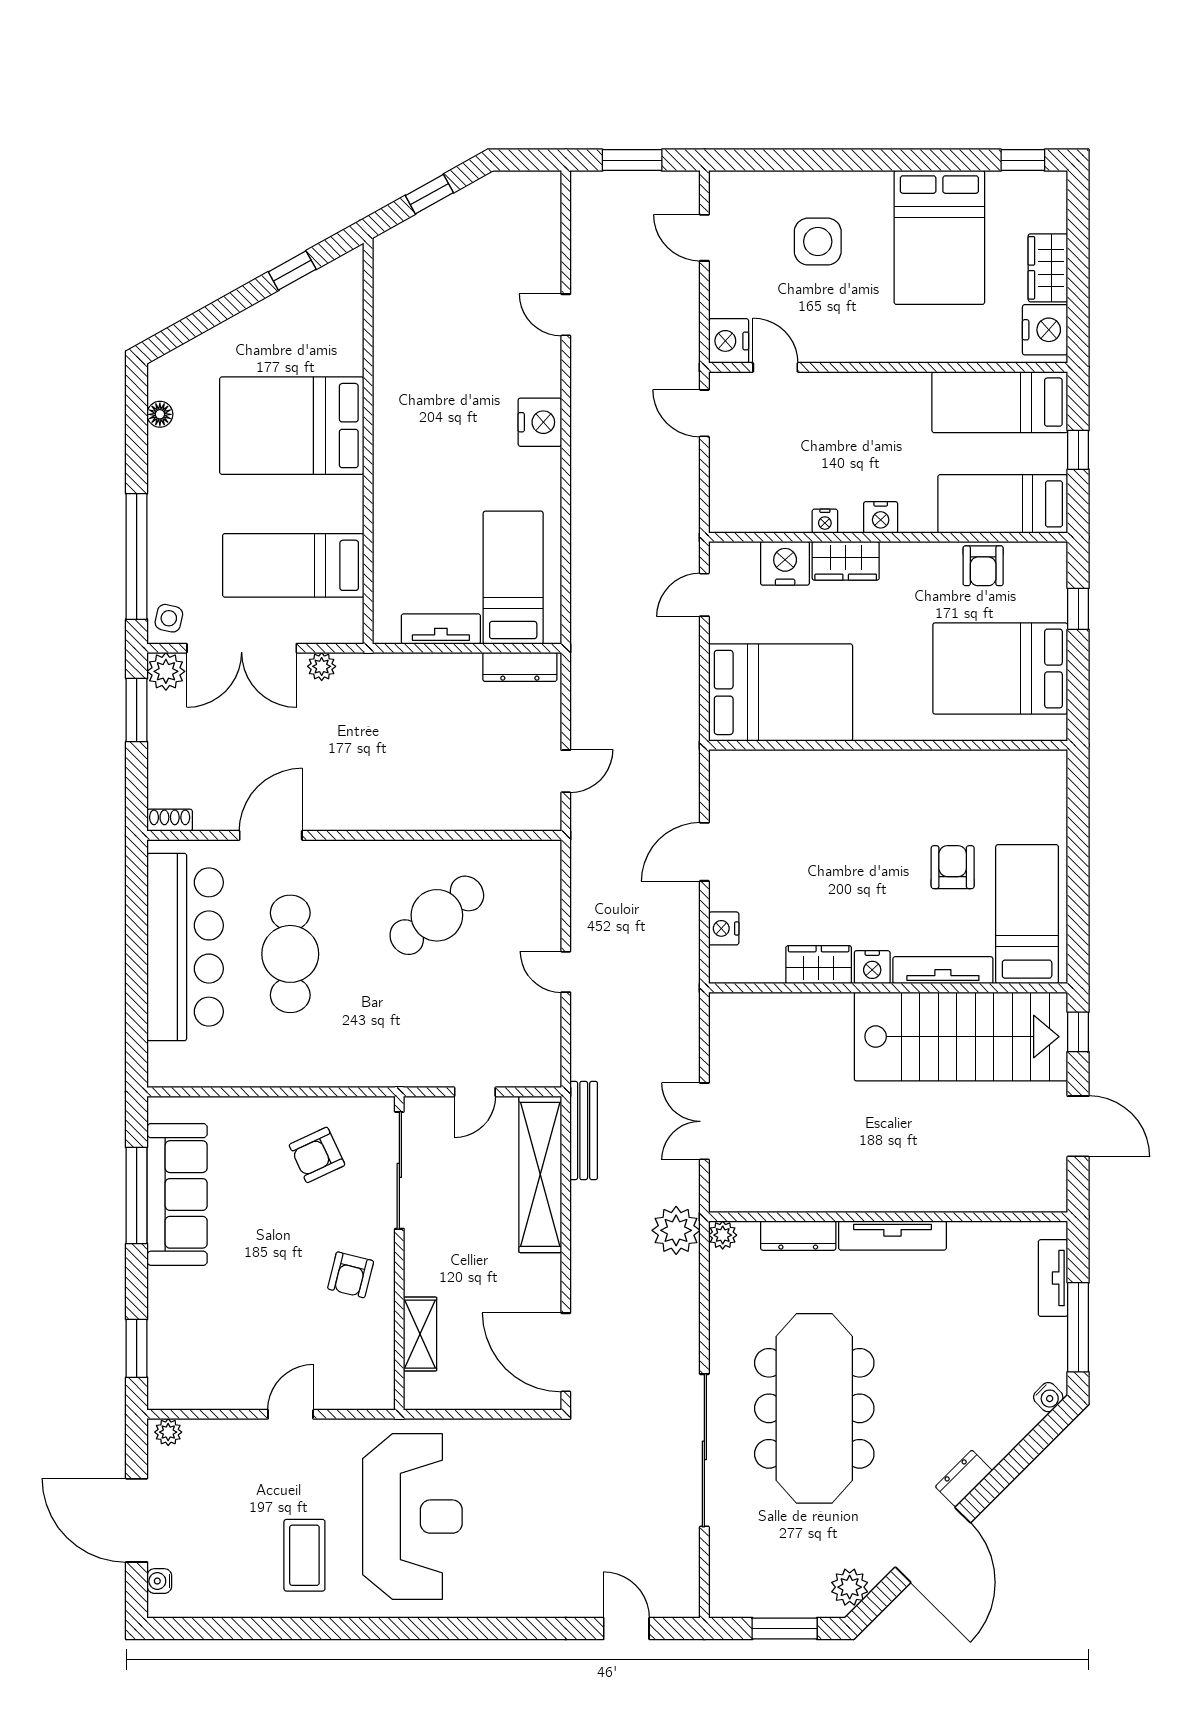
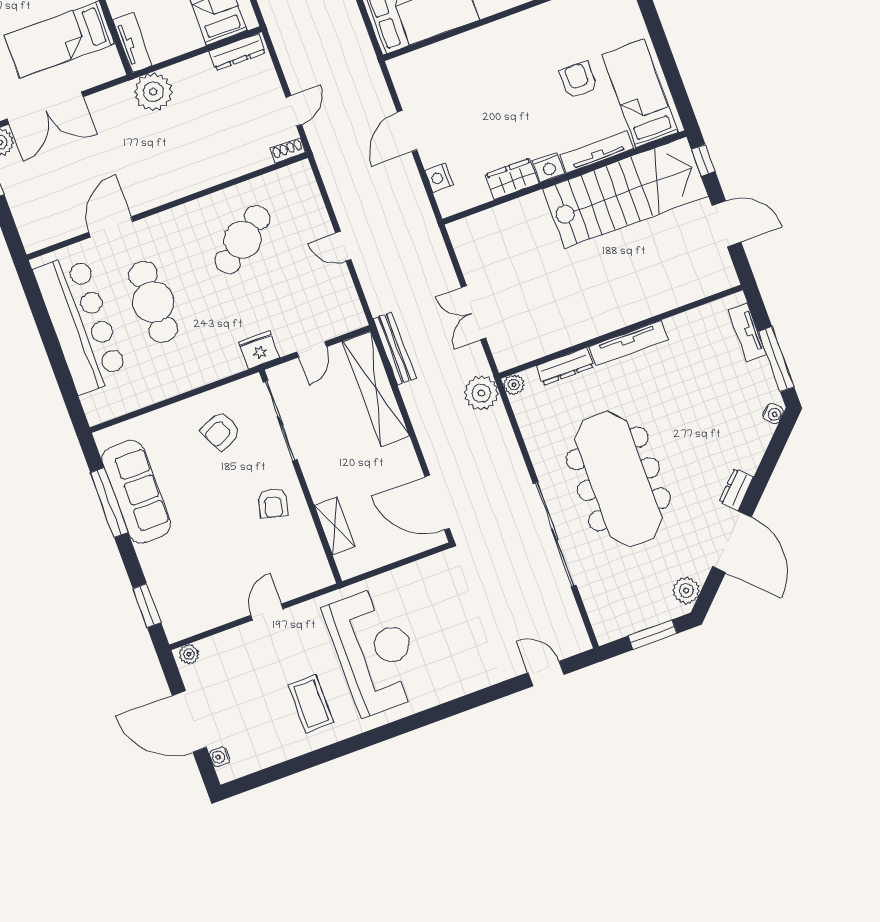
tv unit: (441, 629) -> (133, 43), moved, turned 90
plant: (322, 666) -> (153, 92), moved, width x1.88, depth x1.88
shoe rack: (170, 820) -> (288, 151), moved
fridge: (406, 1068) -> (259, 350), added

